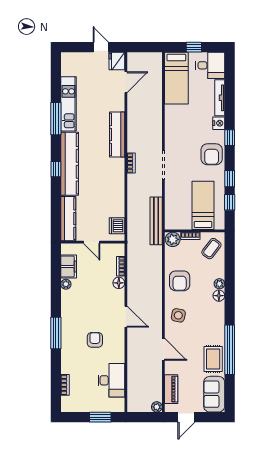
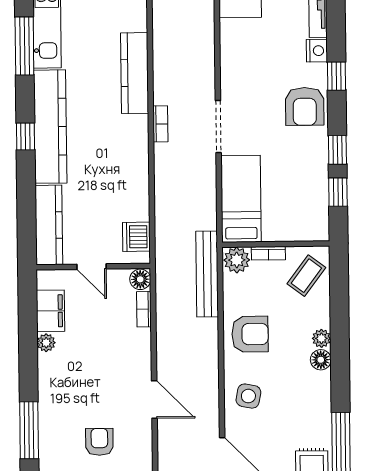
bed: (203, 205) -> (241, 199), moved
bench: (156, 221) -> (207, 274), moved
armchair: (180, 281) -> (250, 334), turned -90
floor lamp: (119, 283) -> (140, 279), moved

